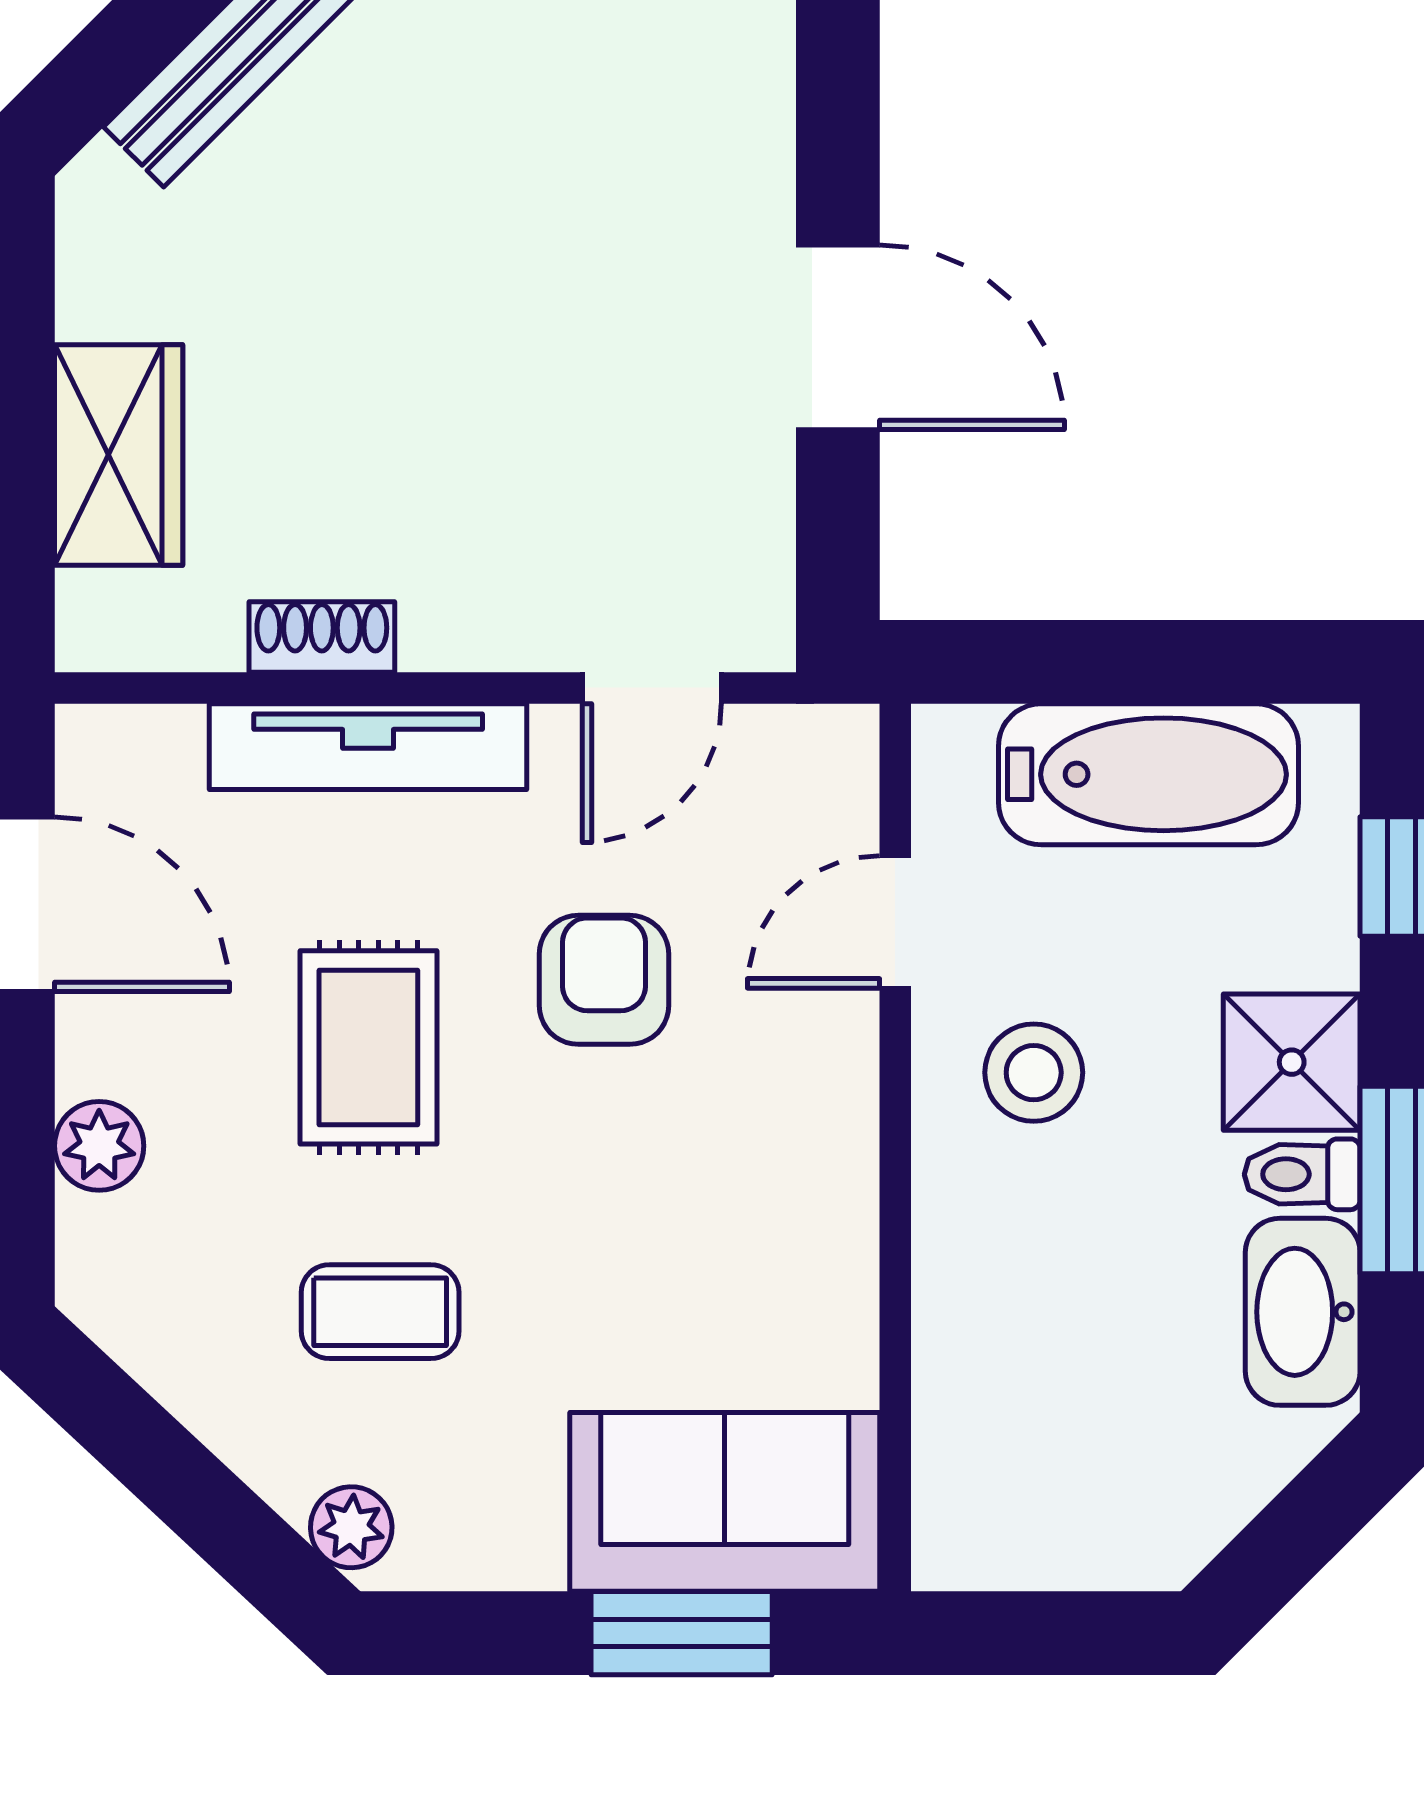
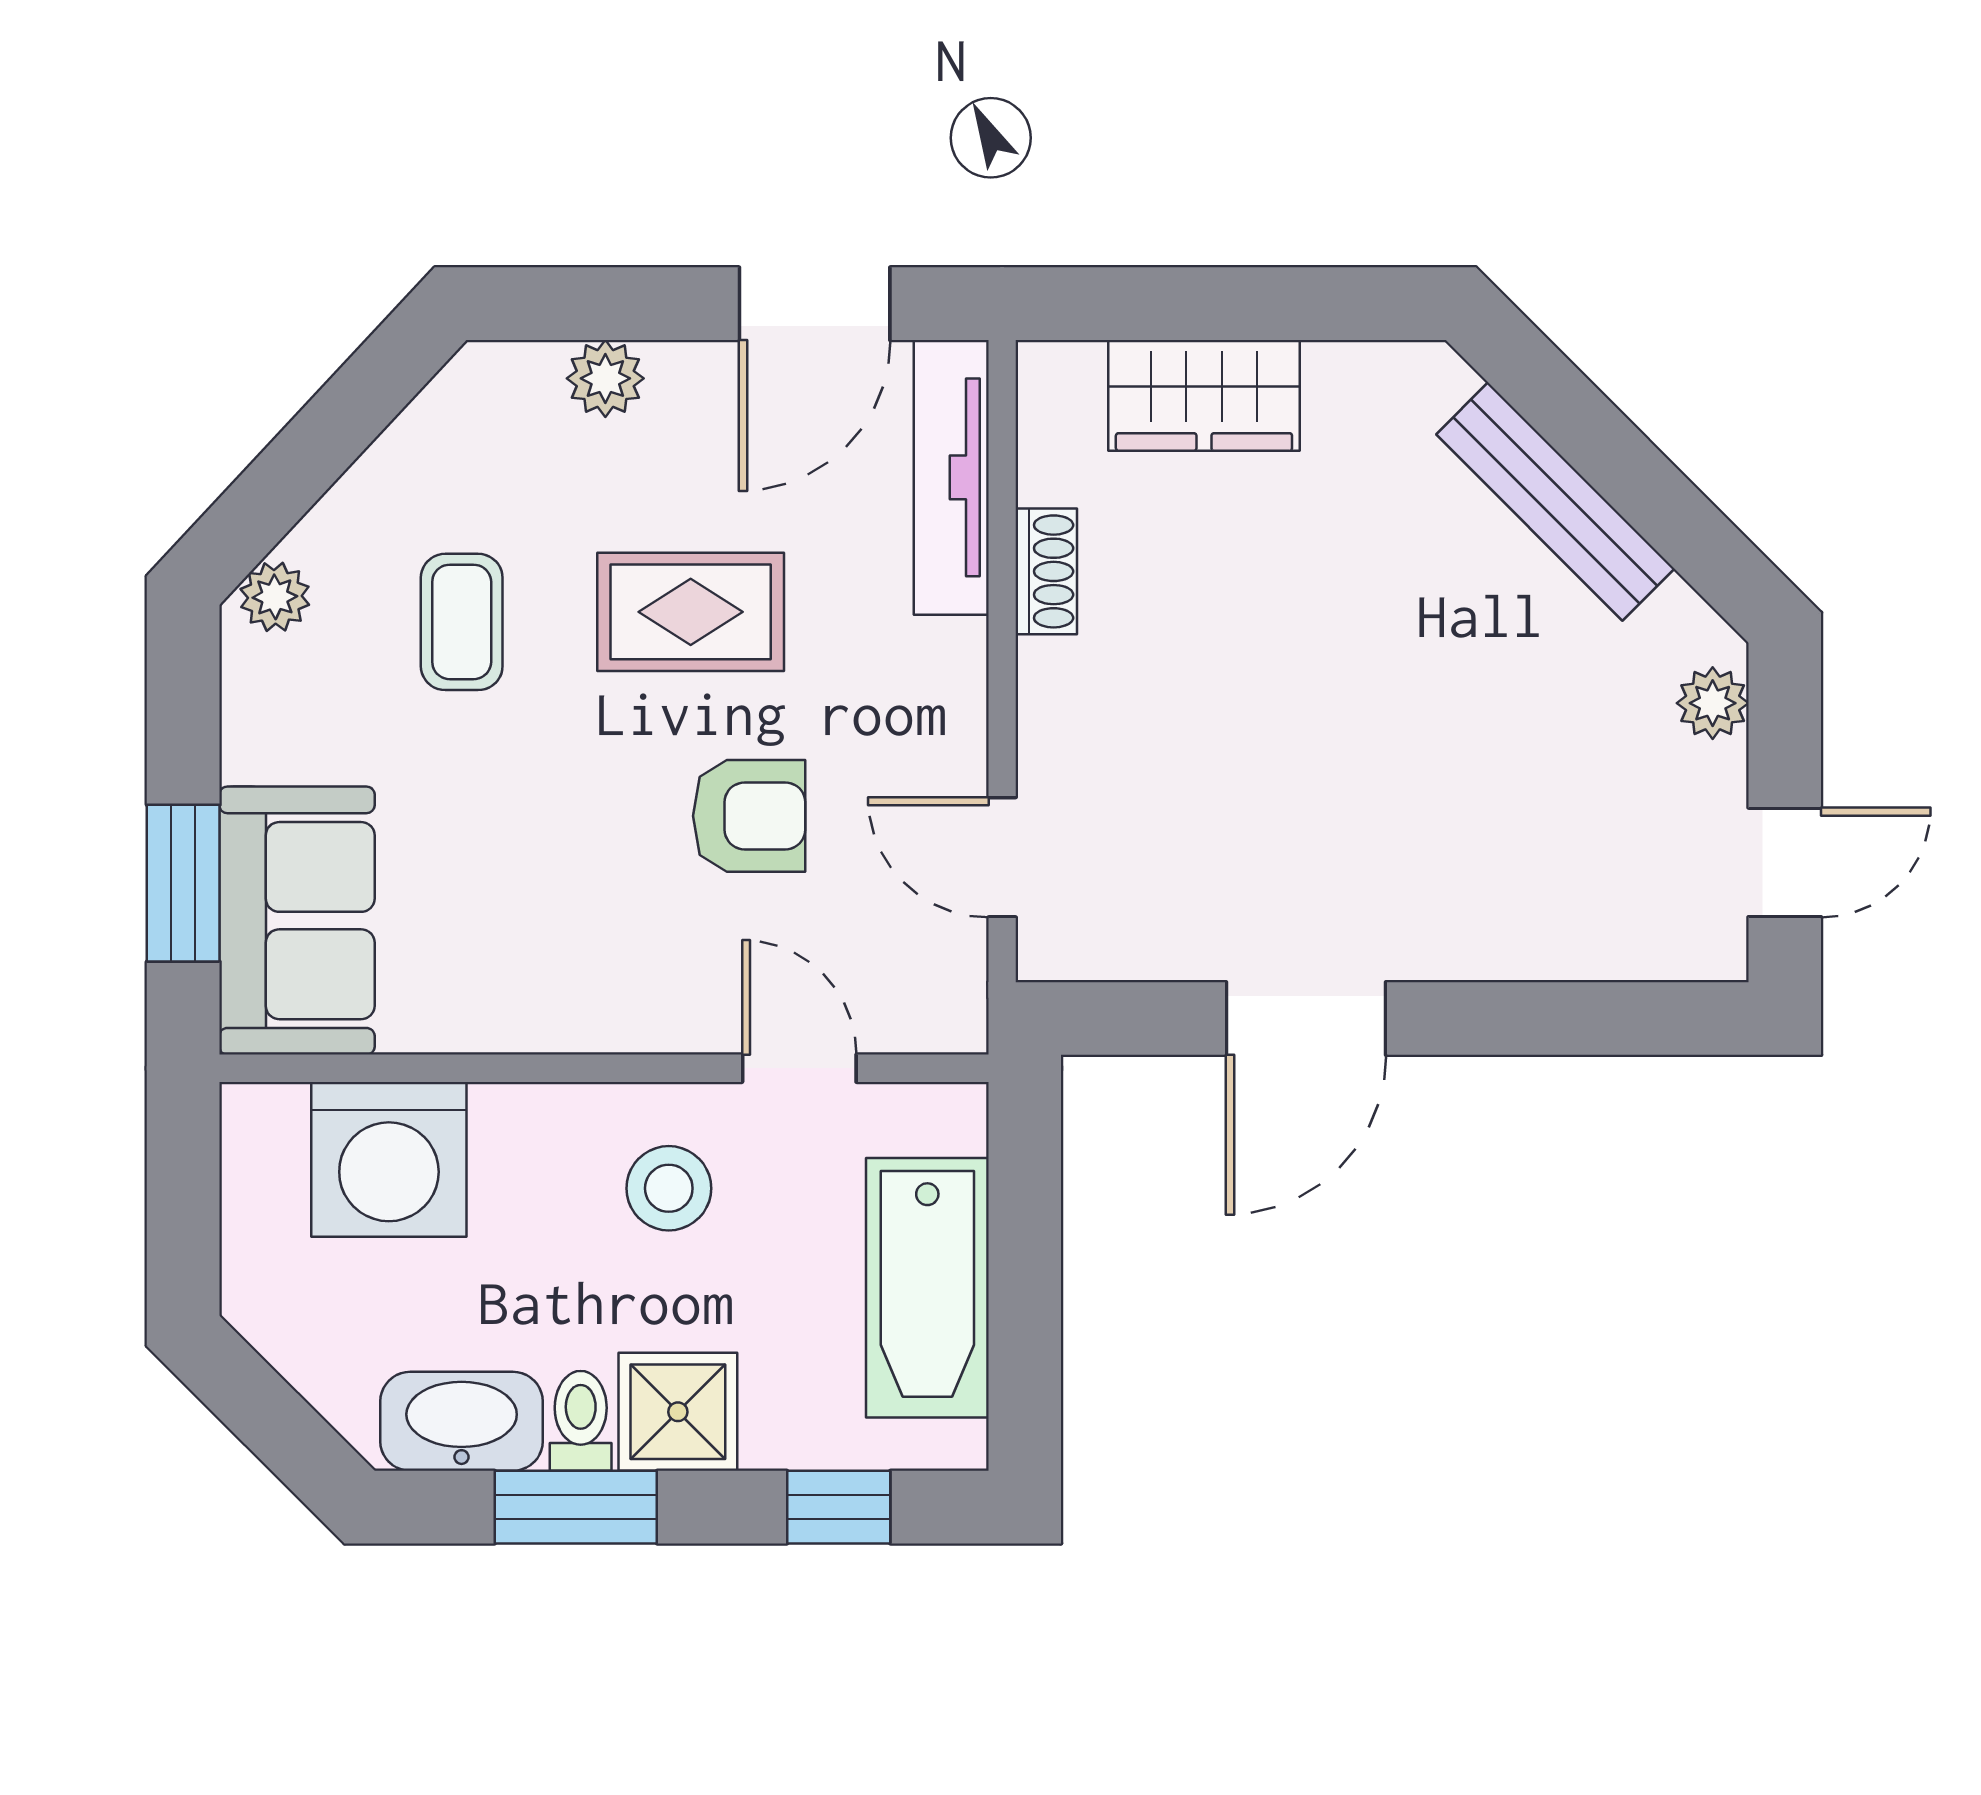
tv unit: (368, 747) -> (951, 477), moved
washing machine: (1000, 1396) -> (389, 1159), added

